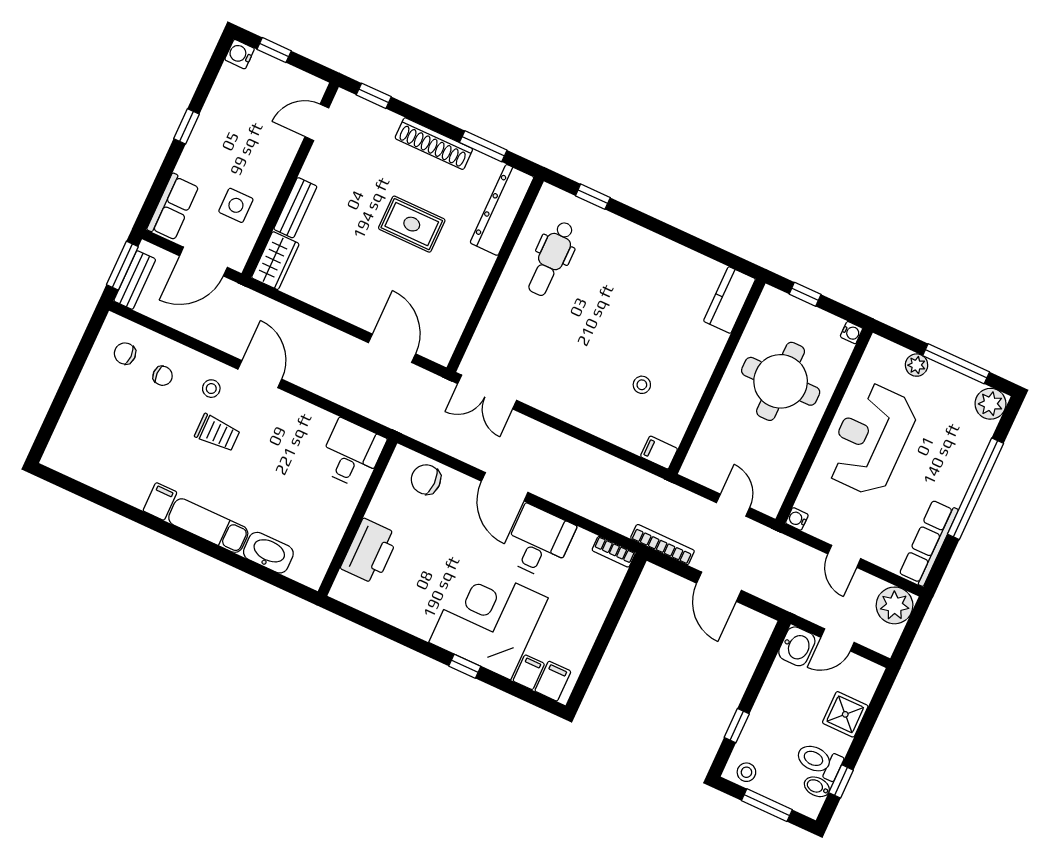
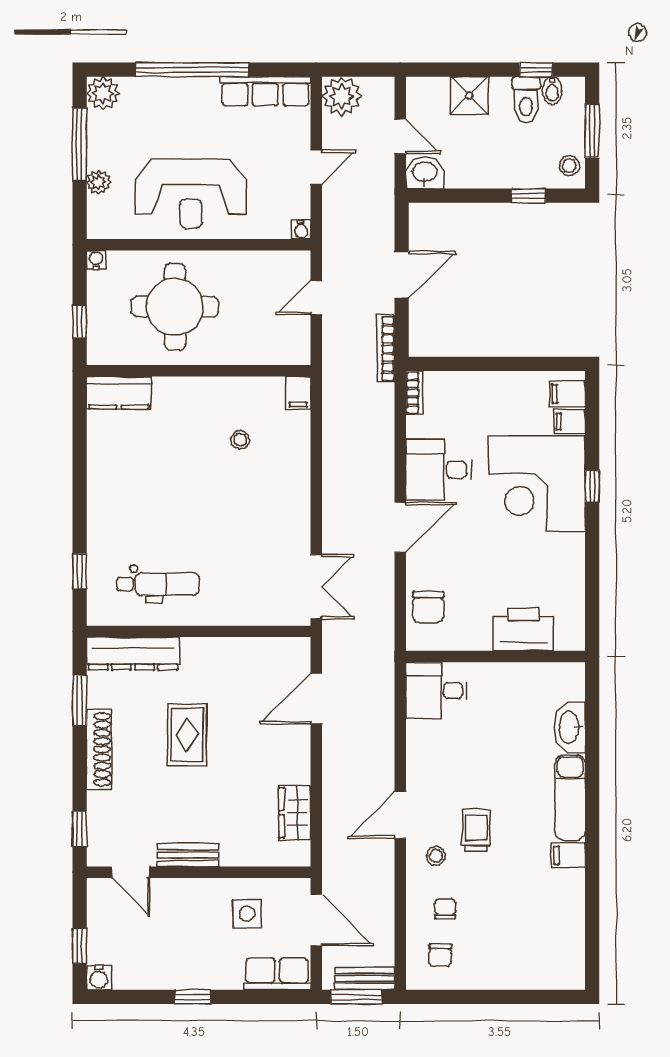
bench: (295, 208) -> (188, 855), moved
wardrobe: (275, 261) -> (295, 813), moved, turned -90

